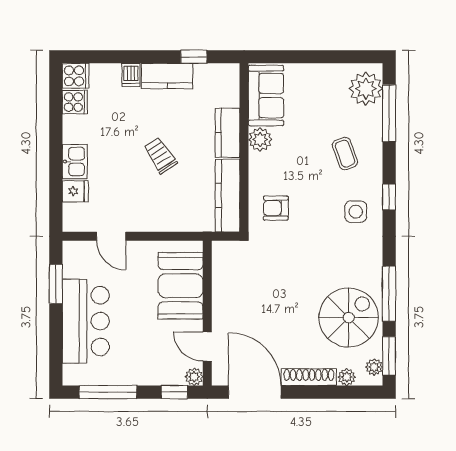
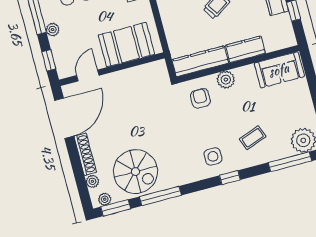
plant: (260, 139) -> (226, 80), moved
plant: (194, 377) -> (53, 30), moved

